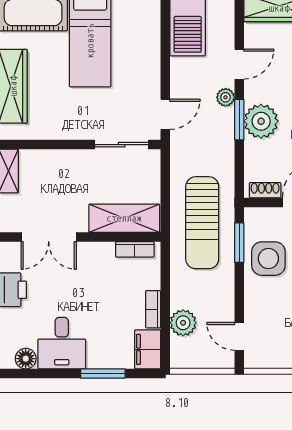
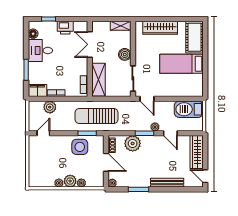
plant: (261, 121) -> (133, 143), moved
boiler: (70, 162) -> (125, 54), added

